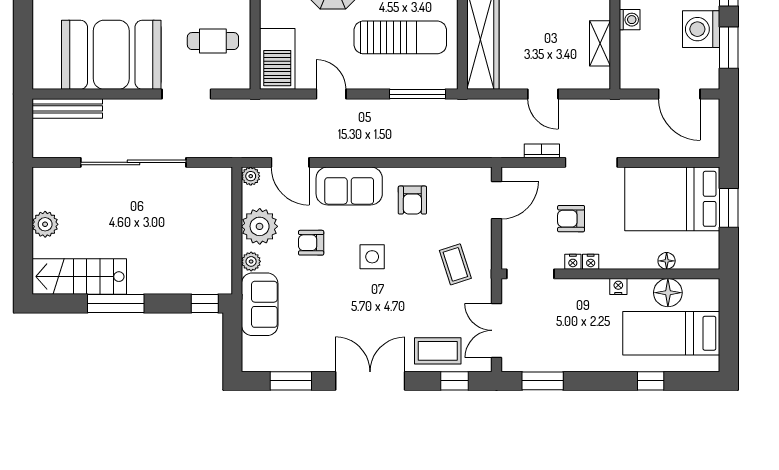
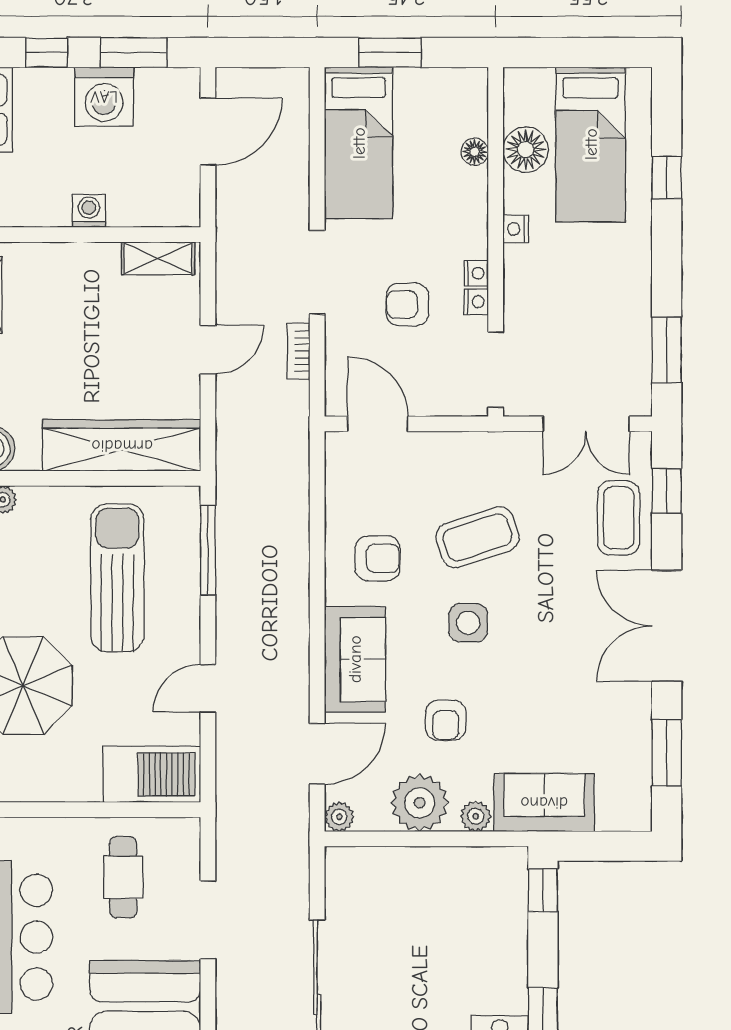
shelving: (600, 43) -> (158, 258), moved
bed: (672, 199) -> (359, 143), width x0.67
armchair: (571, 219) -> (407, 305), turned 90
coffee table: (455, 264) -> (478, 537), moved, width x1.36, depth x1.30

